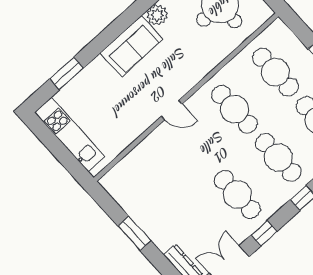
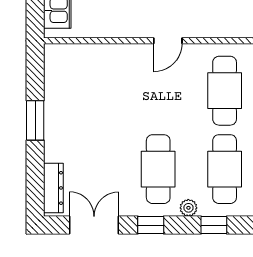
door: (172, 110) -> (168, 41), hinge flipped
plant: (278, 202) -> (188, 208), added

